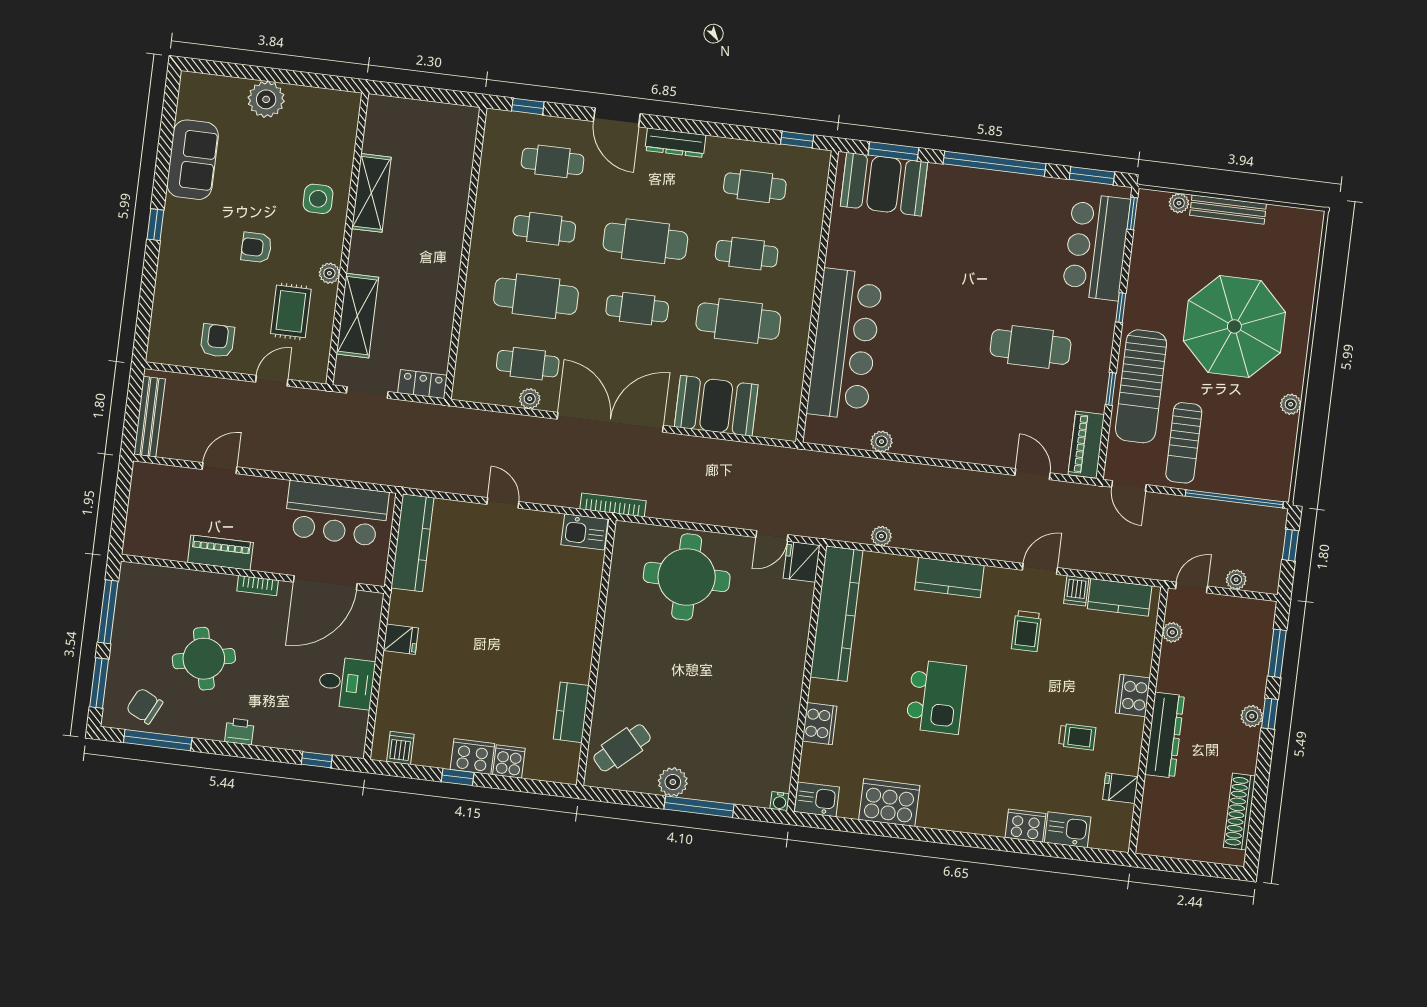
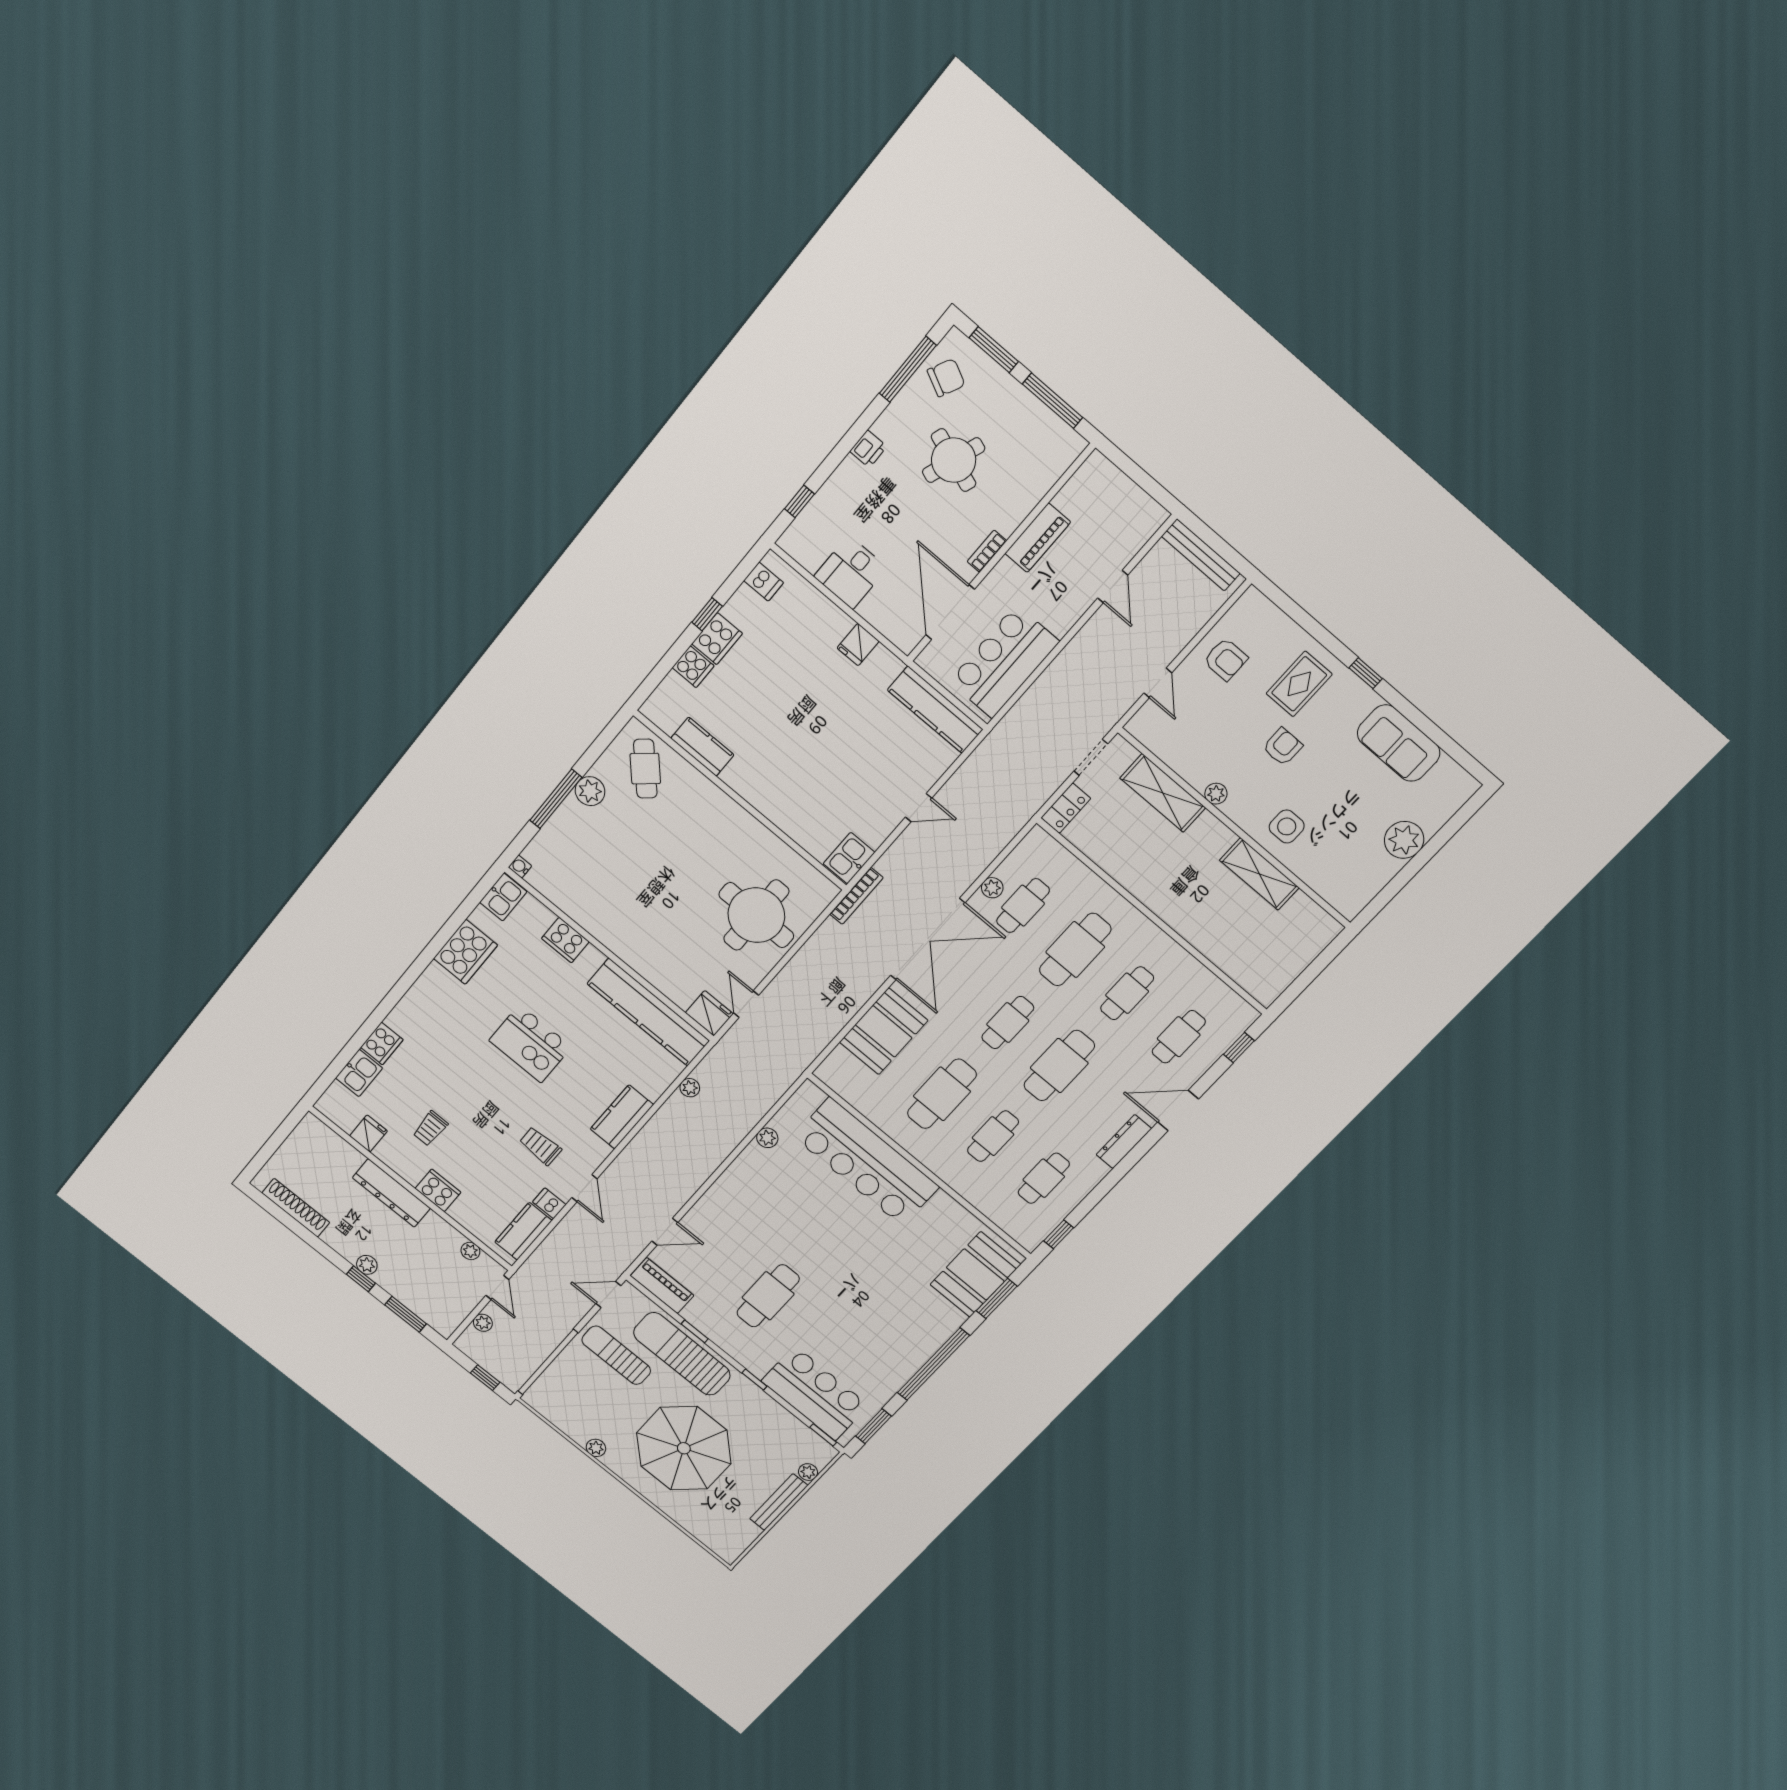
rug: (291, 311) -> (1299, 684), moved, turned 90
round table: (204, 659) -> (954, 460), turned 32

